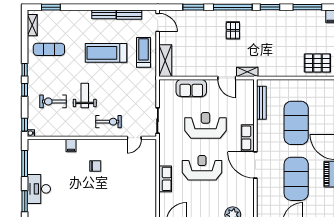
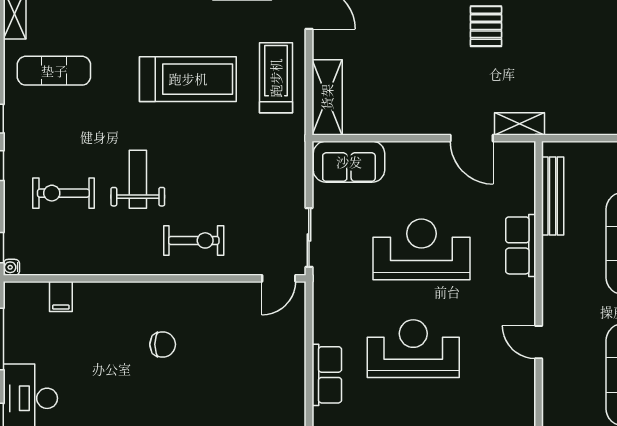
treadmill: (106, 53) -> (188, 79), turned 180
sofa: (191, 88) -> (349, 162), moved
door: (134, 138) -> (279, 278), moved
row of seats: (248, 138) -> (521, 245), moved
filing cabinet: (71, 146) -> (61, 297), moved
door: (255, 165) -> (539, 342), width x0.53

